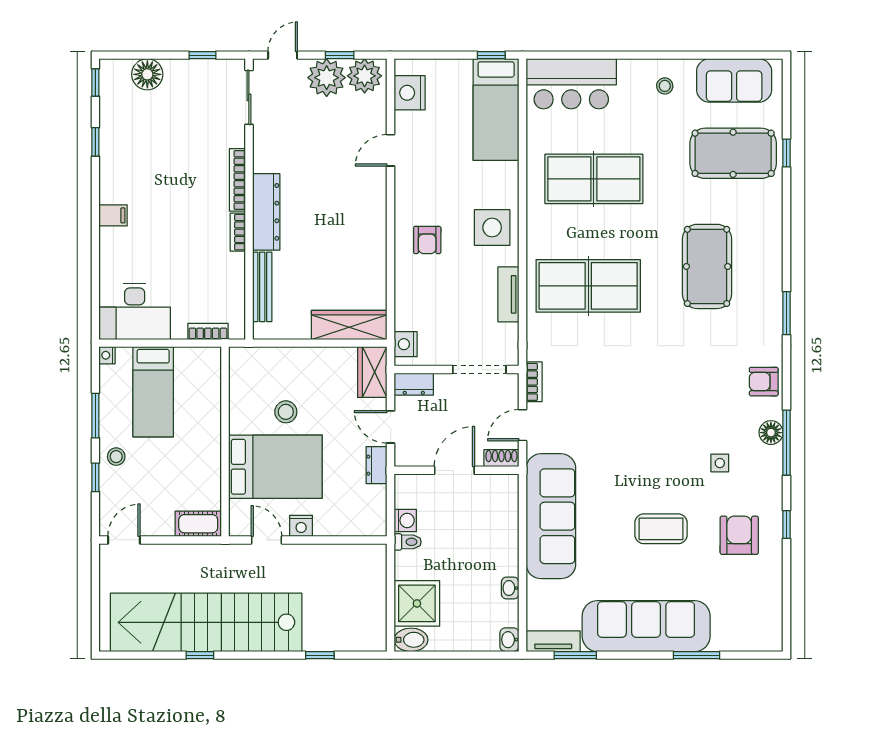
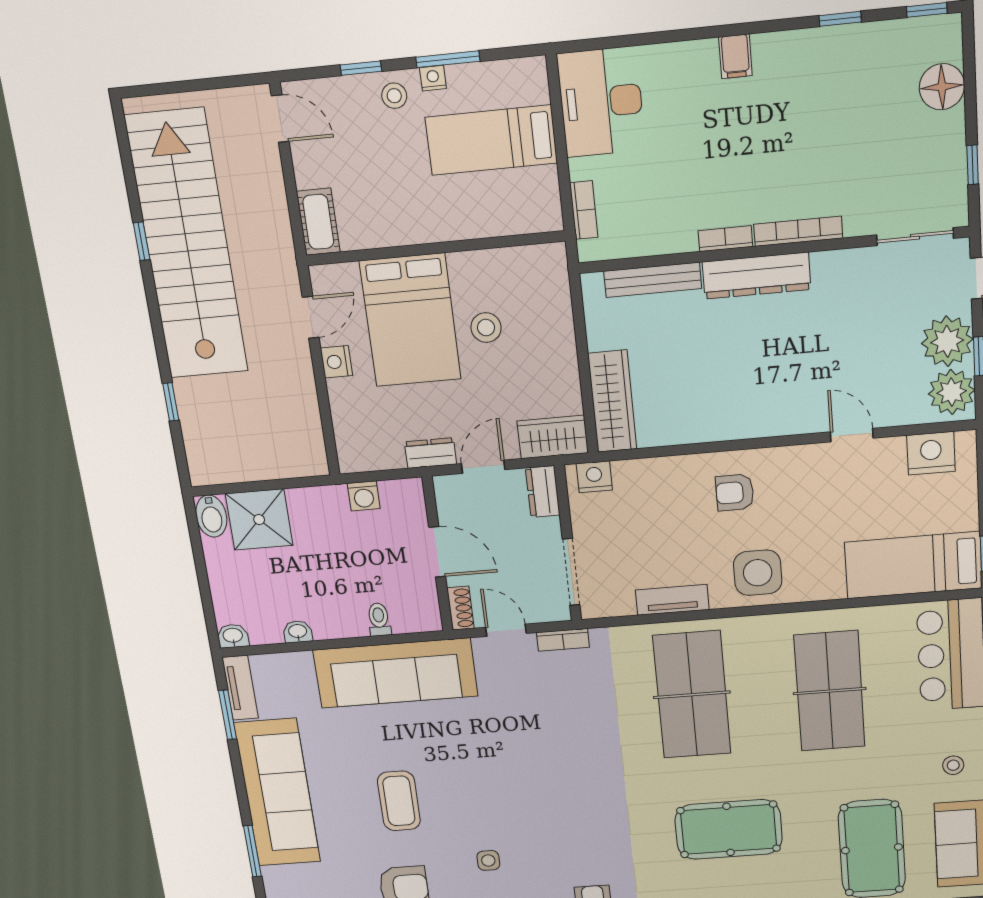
nightstand: (107, 355) -> (433, 78), moved
toilet: (408, 542) -> (379, 620), moved, turned 180

